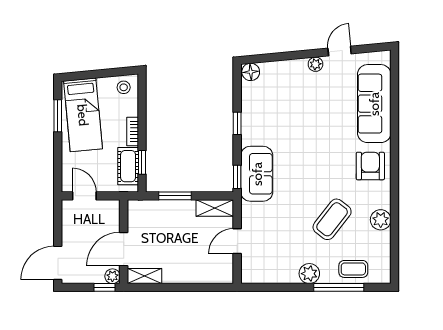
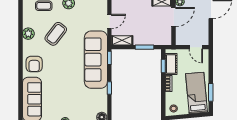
sofa: (257, 174) -> (96, 60), width x1.85, depth x1.27

